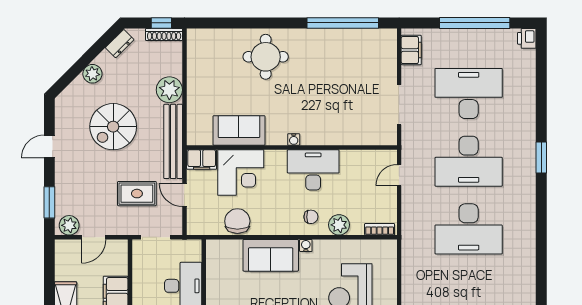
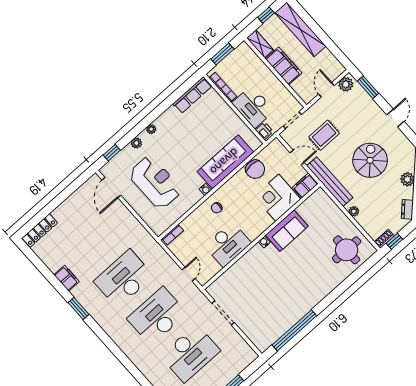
shoe rack: (164, 34) -> (384, 239), width x0.70
filing cabinet: (411, 50) -> (67, 278), moved, turned 180
round table: (266, 57) -> (347, 250), moved
plant: (169, 90) -> (354, 211), width x0.53, depth x0.53
sofa: (239, 130) -> (287, 231), moved
window: (541, 158) -> (79, 309), moved
desk: (313, 170) -> (228, 244), moved
plant: (339, 225) -> (197, 217), removed
printer: (193, 252) -> (264, 131), added
sofa: (271, 255) -> (225, 162), width x1.36

